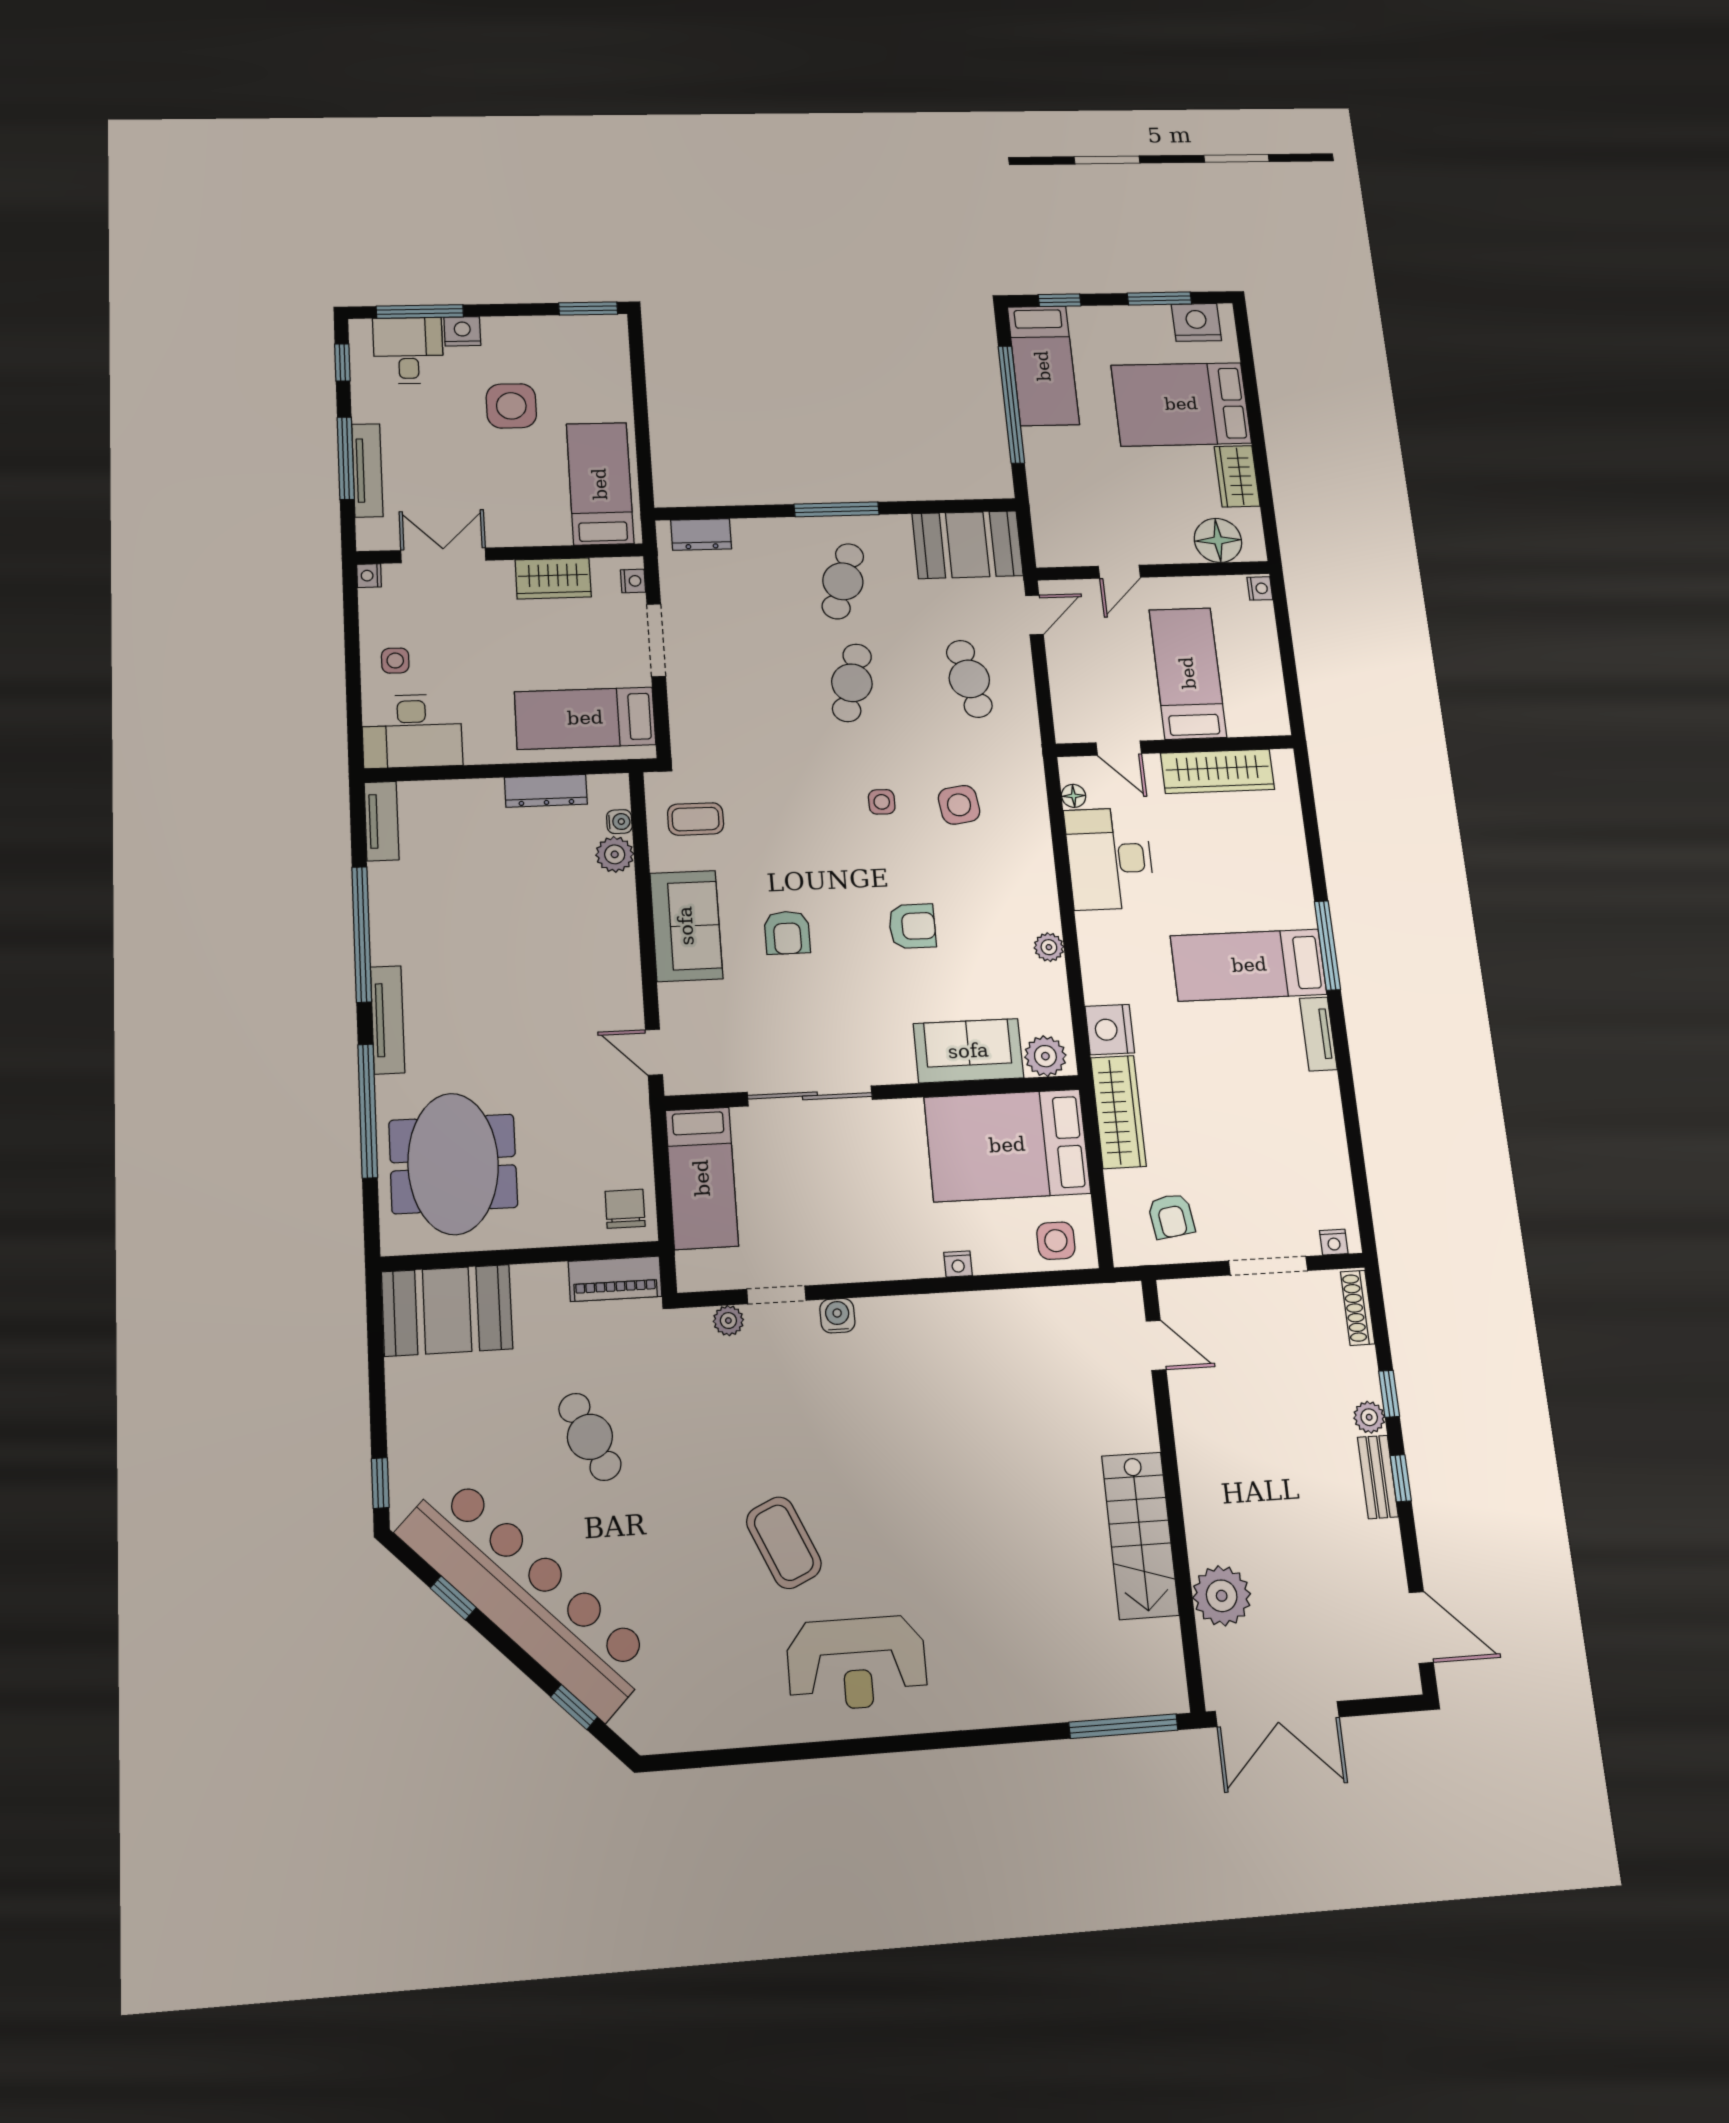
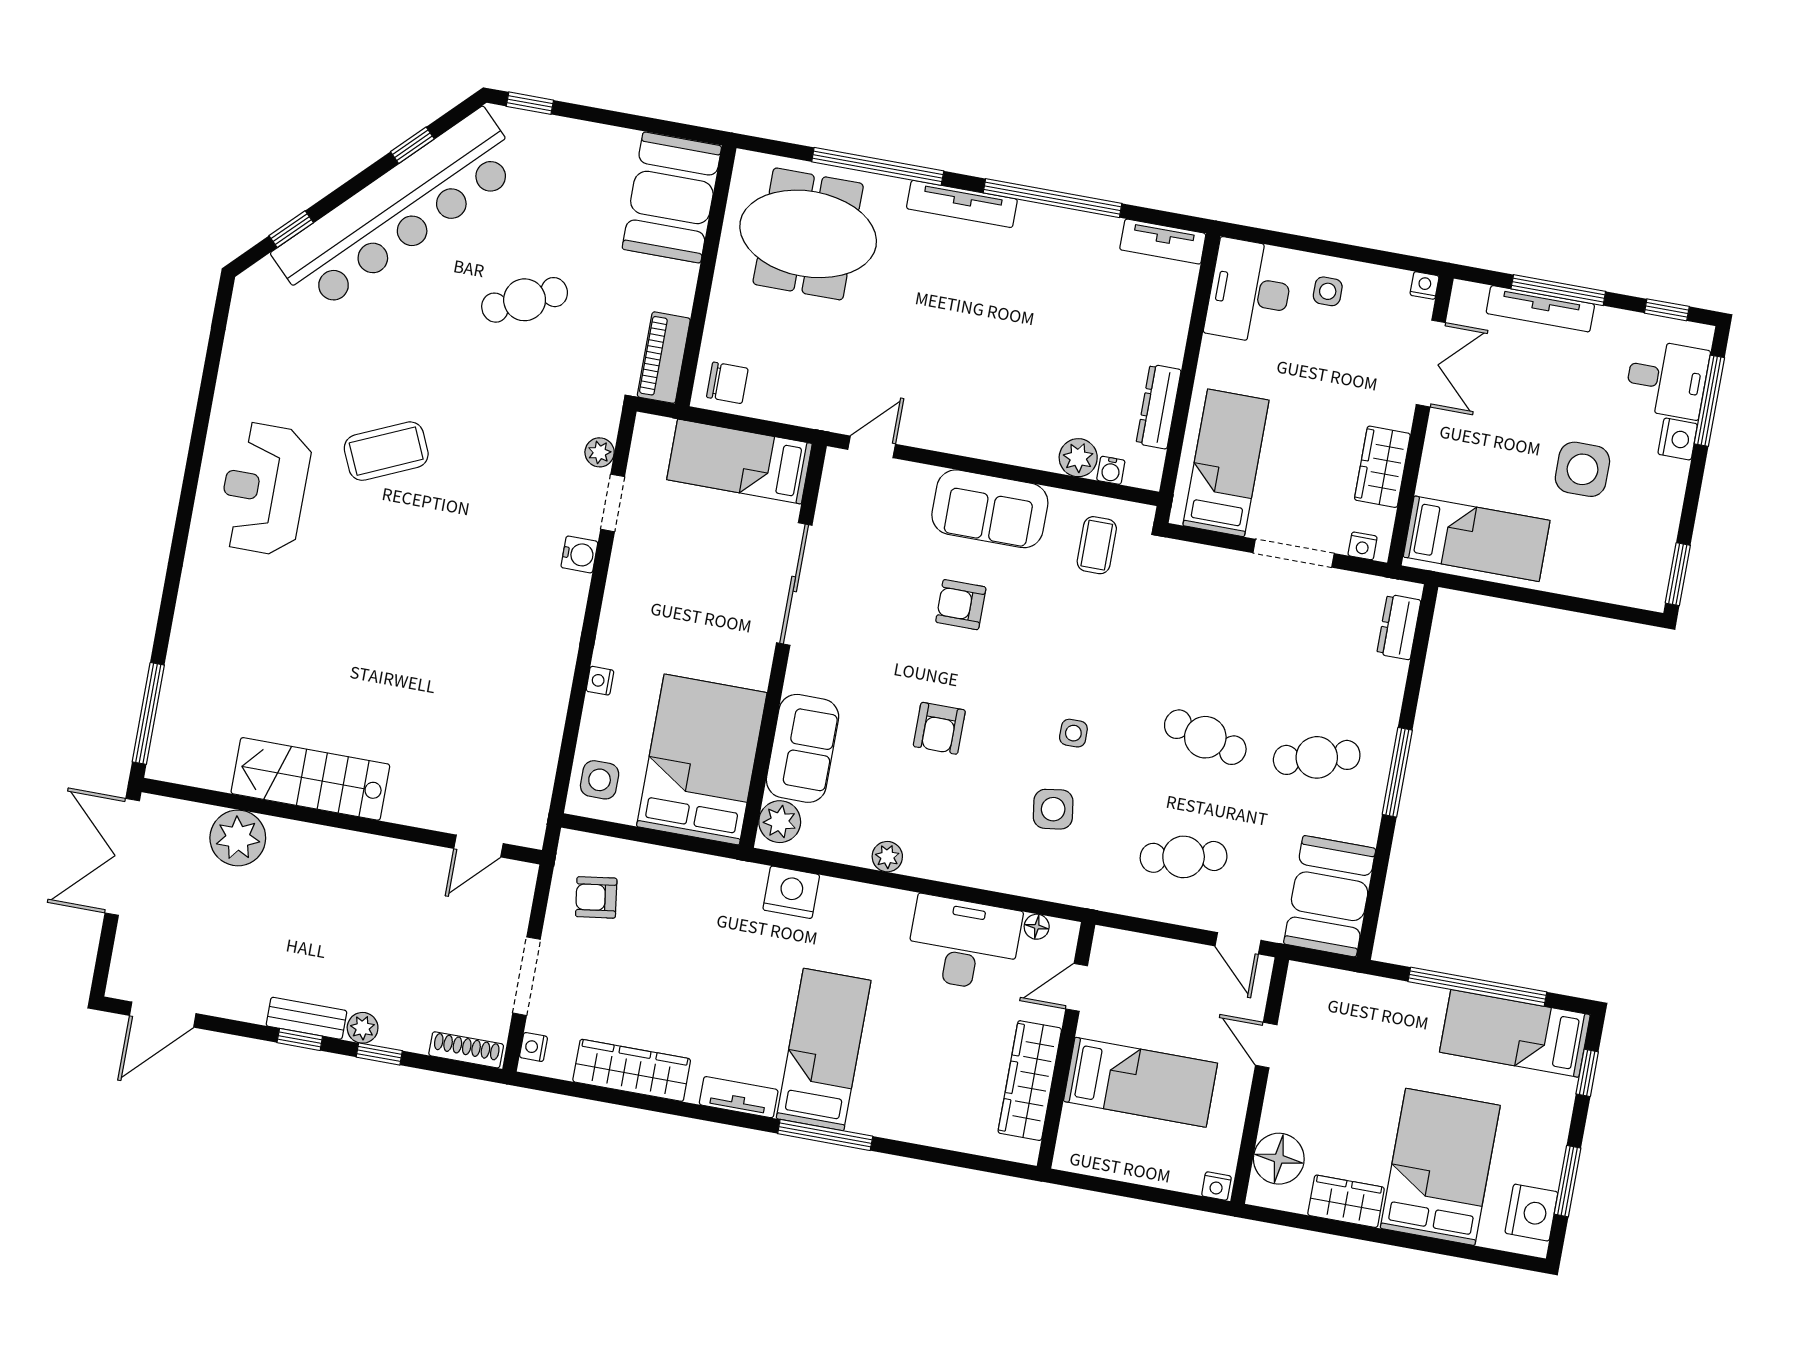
cafe table: (843, 581) -> (1317, 757), turned -33
wardrobe: (1118, 1112) -> (632, 1070), moved, turned 180

